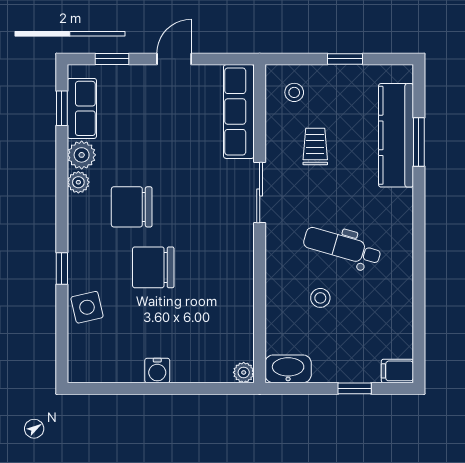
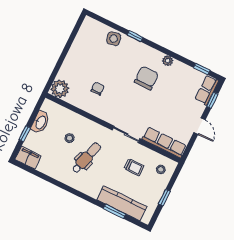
row of seats: (82, 108) -> (207, 90), moved, turned 90
plant: (82, 155) -> (178, 68), removed
chair: (153, 267) -> (98, 89), moved, width x0.54, depth x0.54
washbasin: (288, 369) -> (40, 122), moved
water cooler: (157, 371) -> (73, 55), removed
filing cabinet: (397, 371) -> (28, 158), width x2.00
plant: (244, 372) -> (60, 89), width x1.87, depth x1.87

